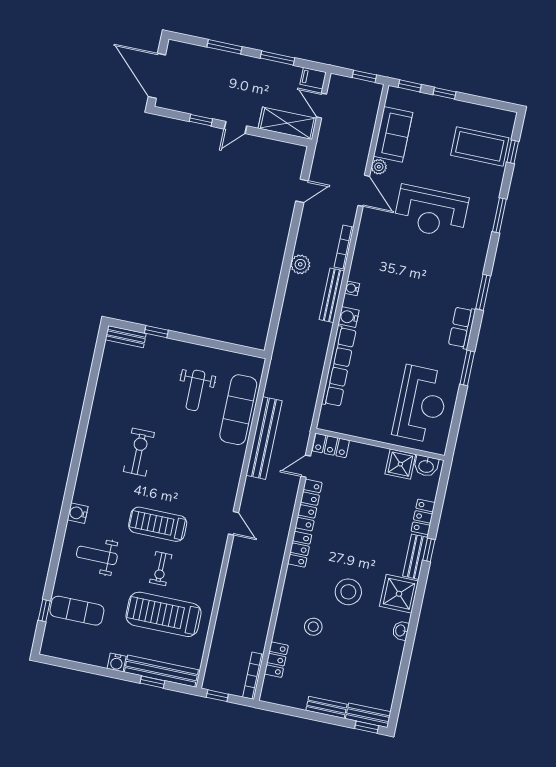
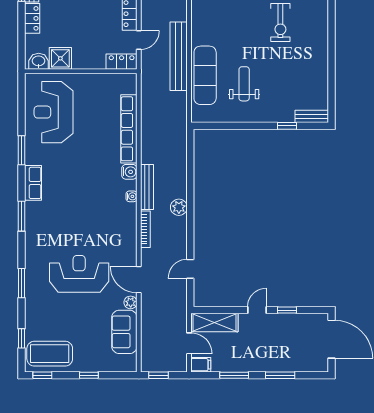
window: (410, 86) -> (42, 375), moved
coffee table: (480, 146) -> (50, 354), moved

